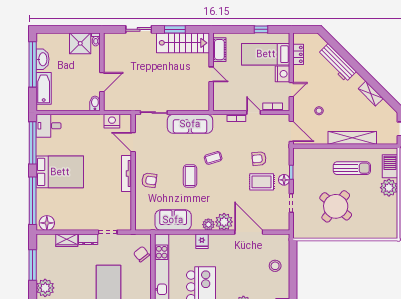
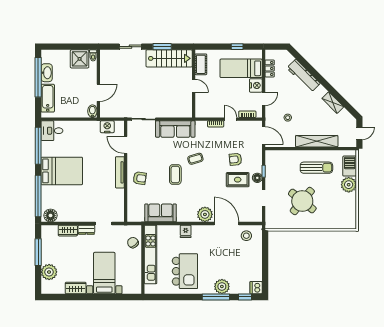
plant: (208, 225) -> (191, 217), removed
stool: (275, 266) -> (246, 236), moved

